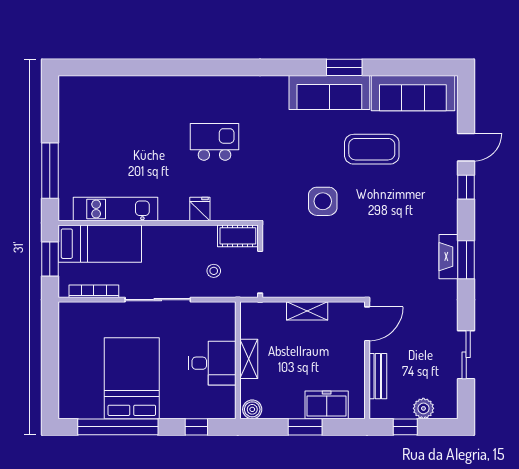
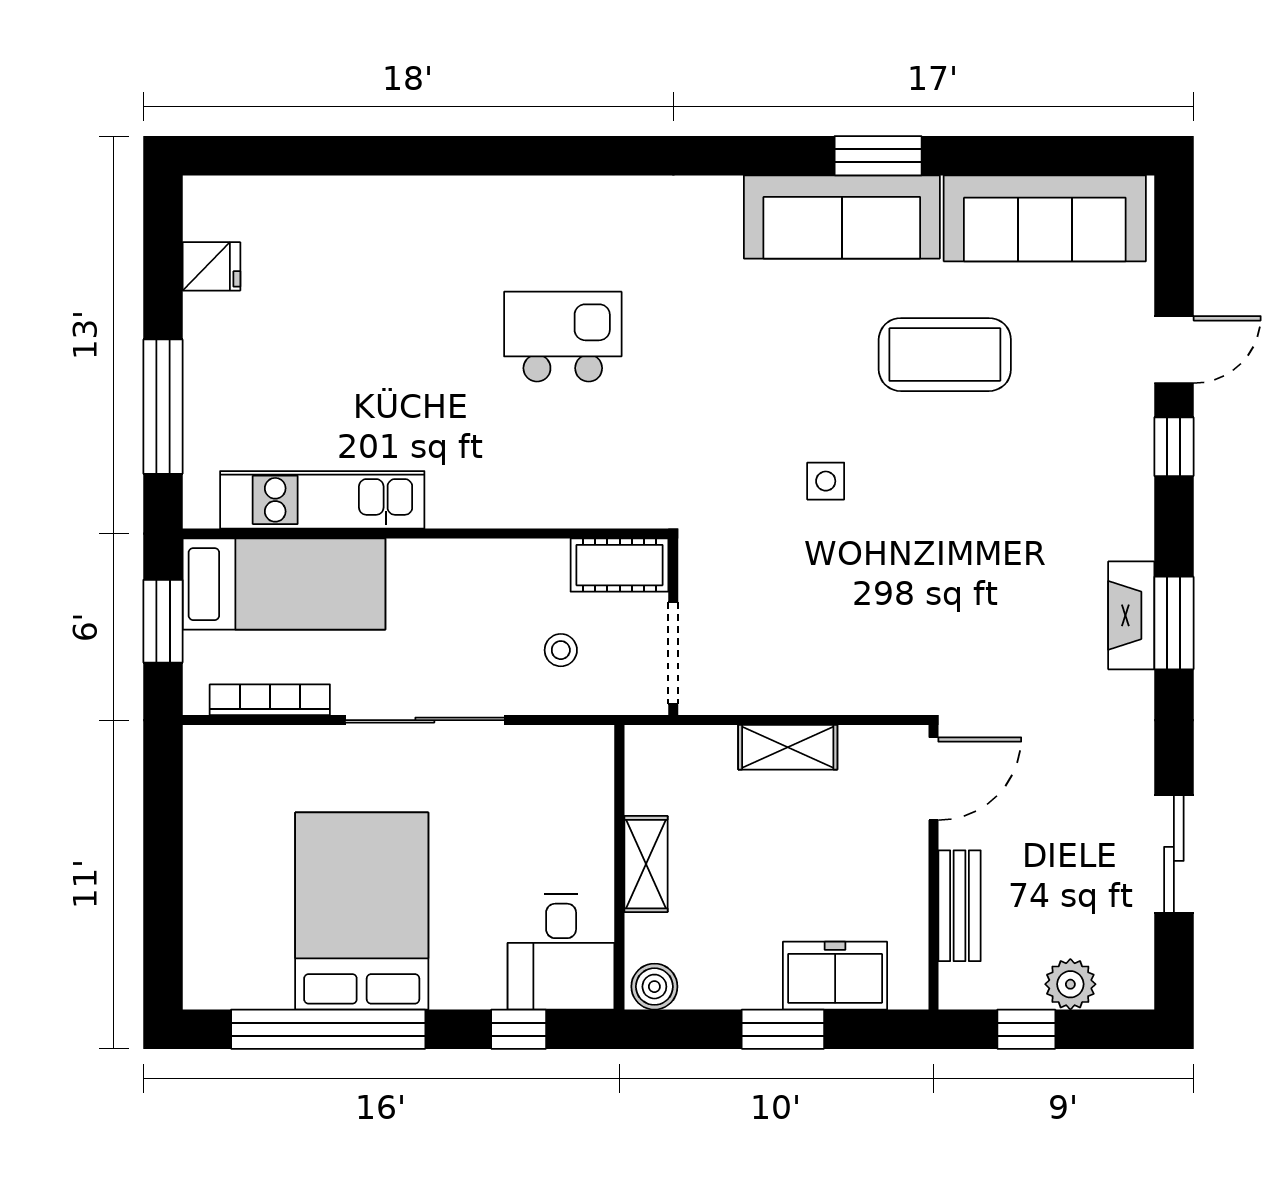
side table: (323, 201) -> (826, 481), width x0.54, depth x0.54
fridge: (200, 209) -> (211, 266), moved, turned 90
desk: (212, 363) -> (561, 952), moved, turned 90

